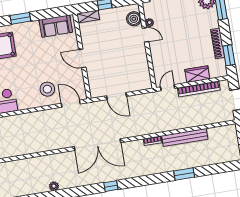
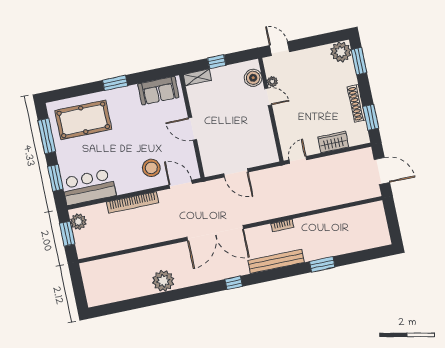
bookcase: (199, 89) -> (133, 202), moved
bench: (185, 138) -> (276, 261), moved
plant: (54, 186) -> (163, 281), width x1.88, depth x1.88

